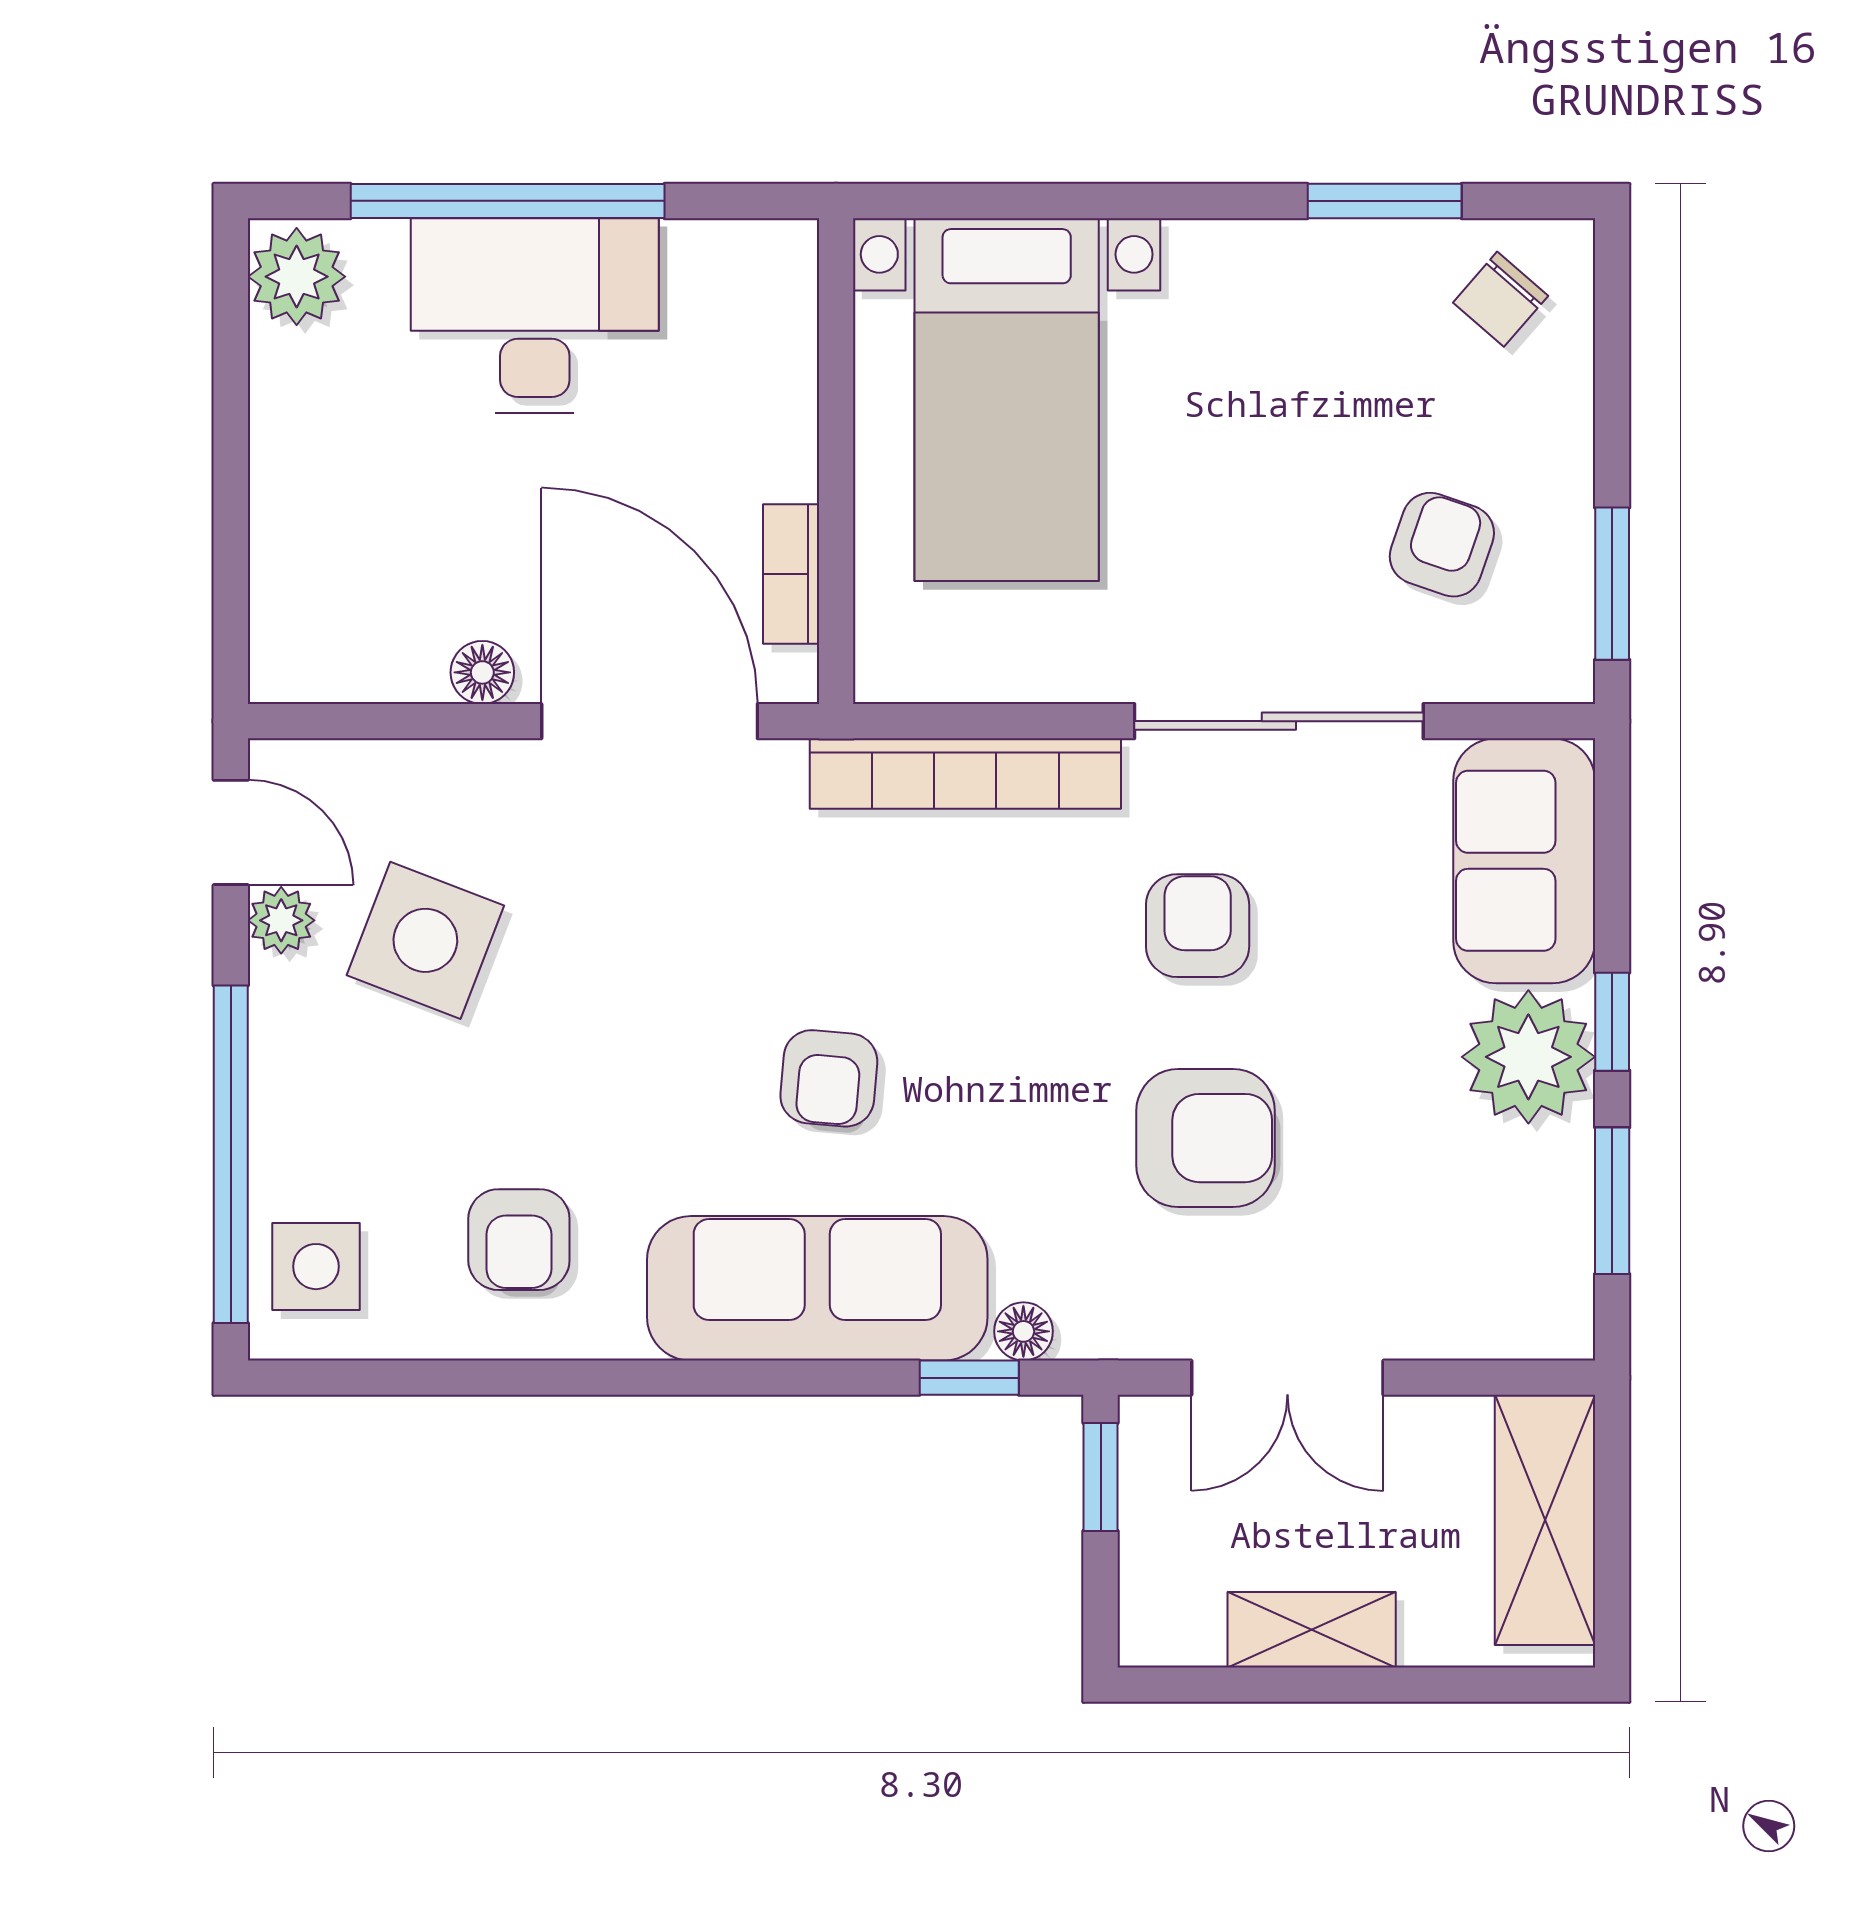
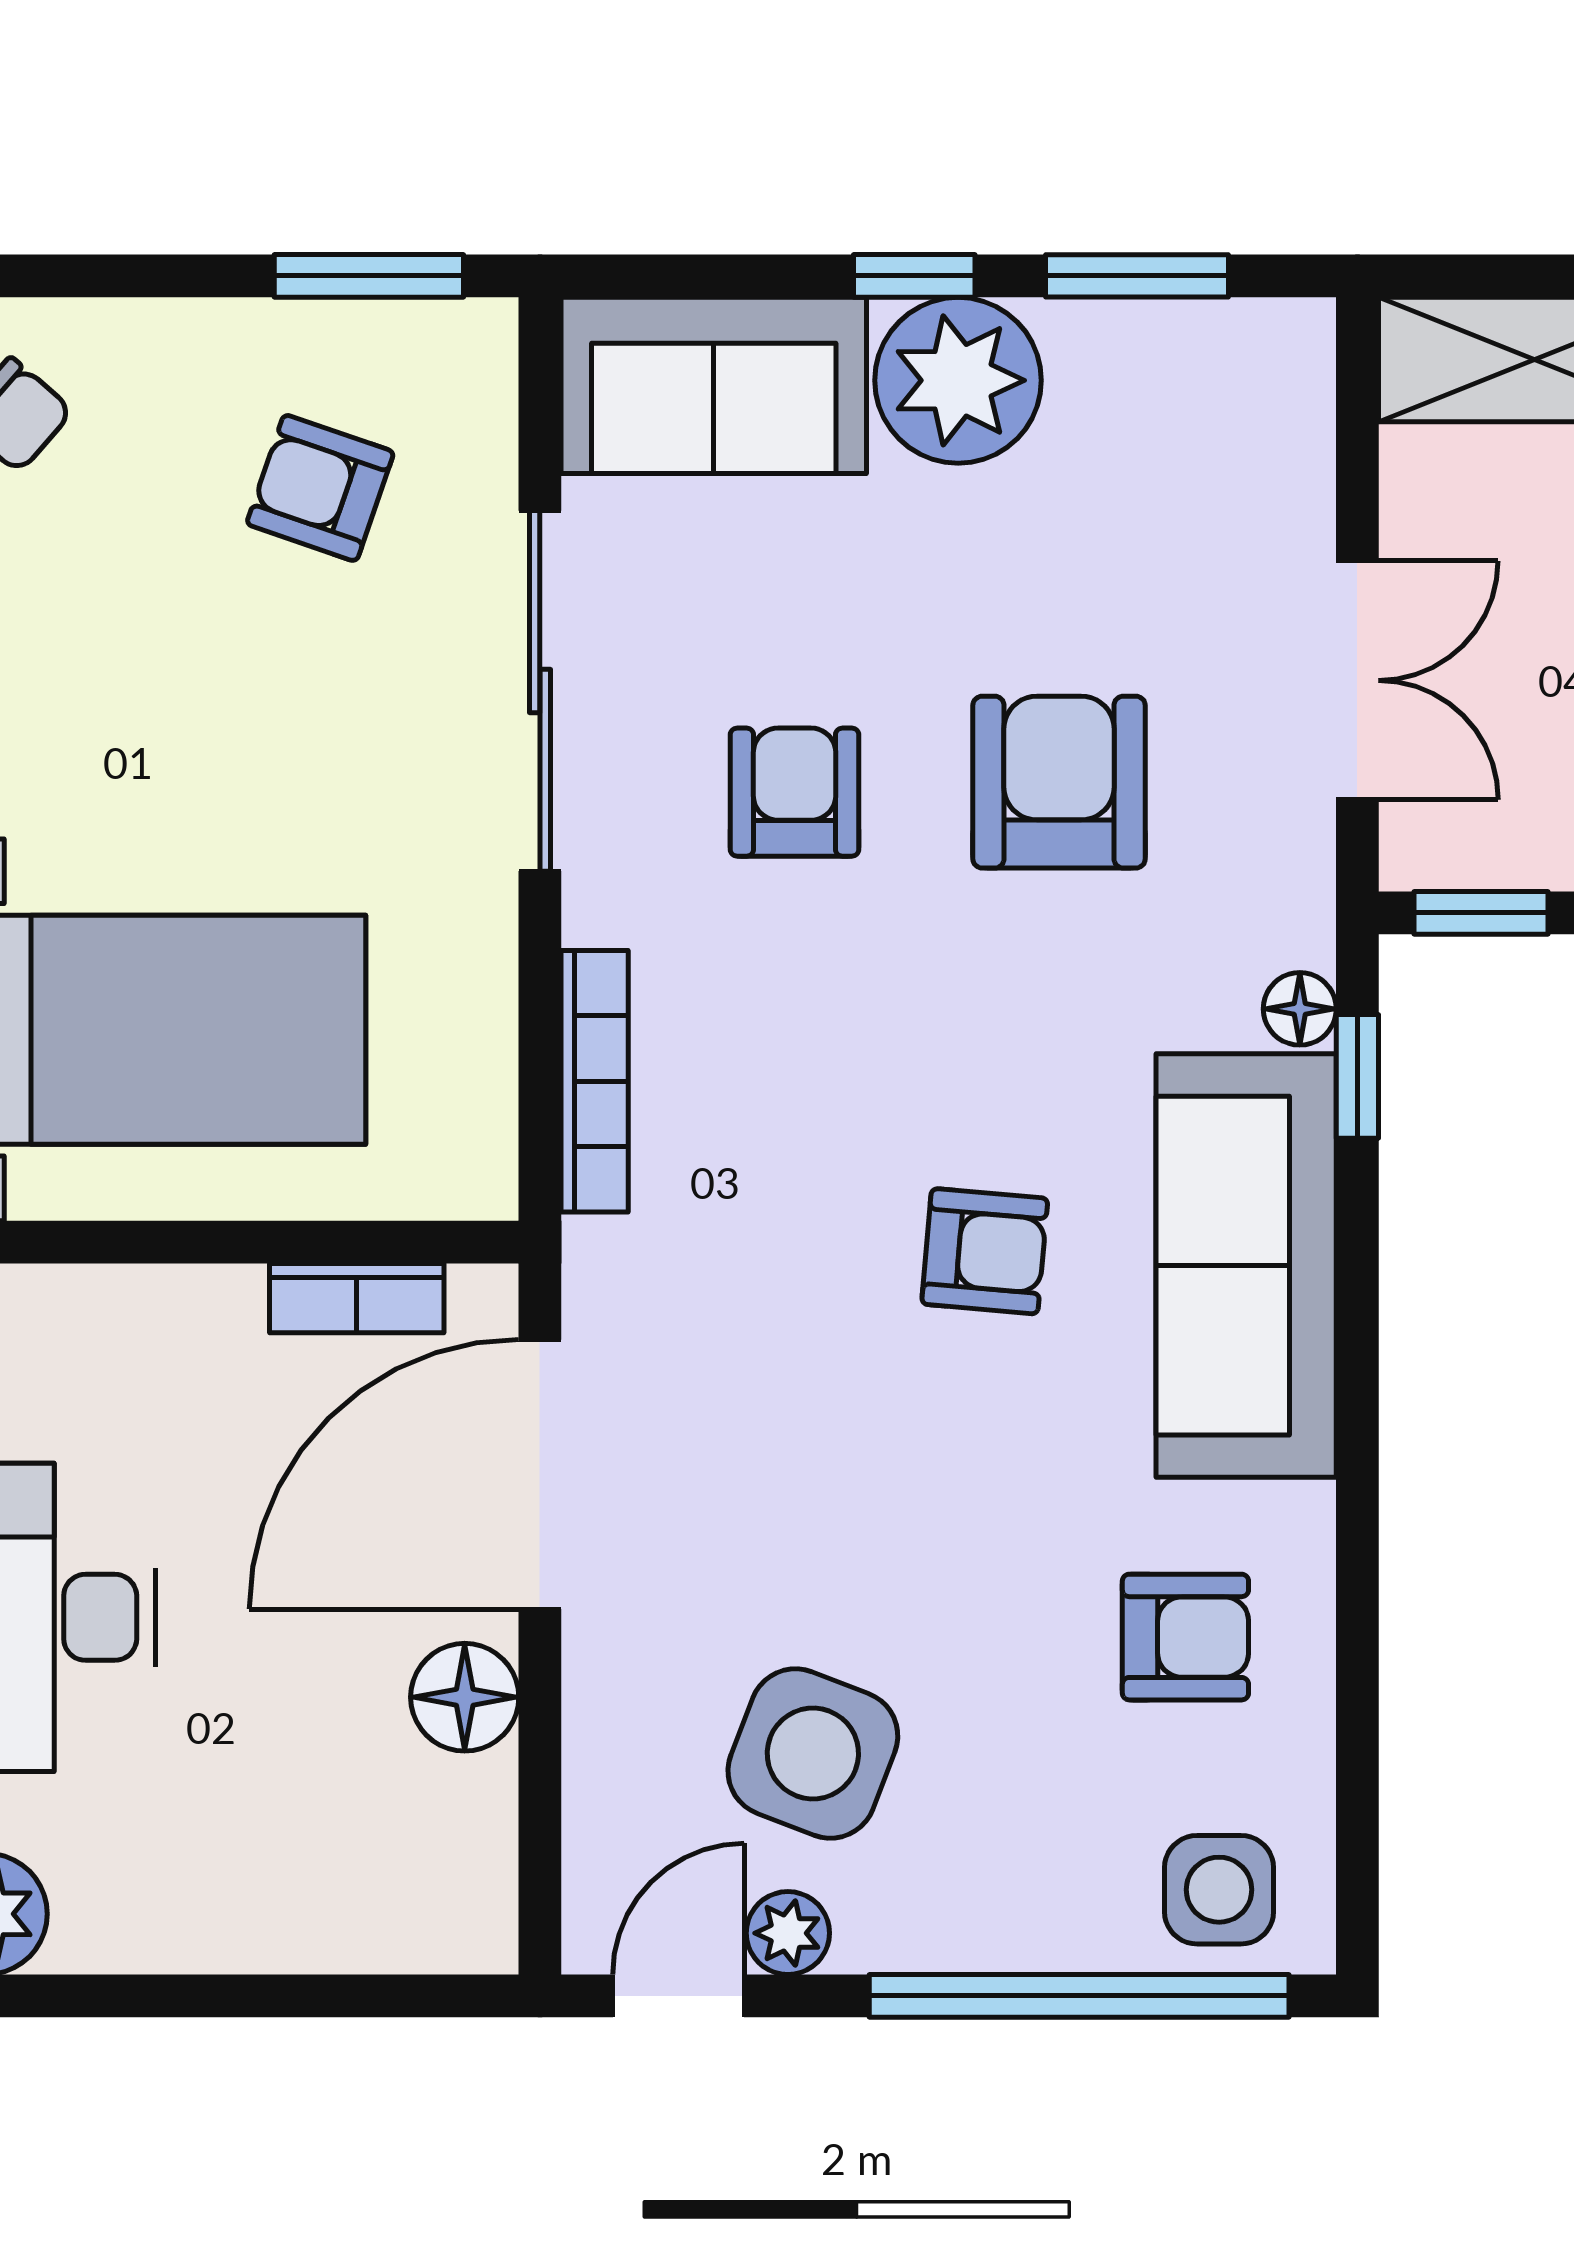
floor lamp: (482, 672) -> (465, 1697), width x1.37, depth x1.37
bookcase: (965, 773) -> (595, 1081), width x0.68, depth x0.76
armchair: (1198, 926) -> (795, 792), turned 90

